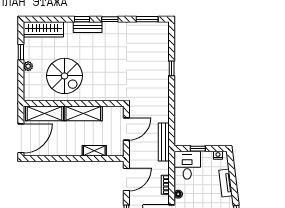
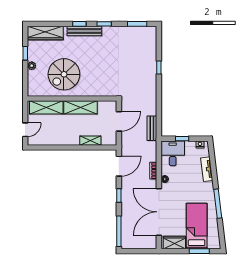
bench: (88, 27) -> (84, 31), width x1.36
spiral stairs: (65, 76) -> (64, 74), turned 90
door: (21, 138) -> (25, 130), width x0.53
bench: (164, 142) -> (152, 128), width x0.73

